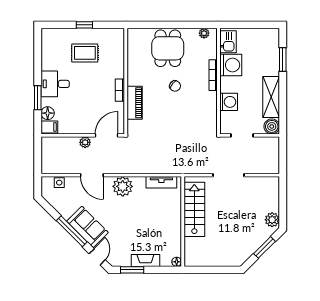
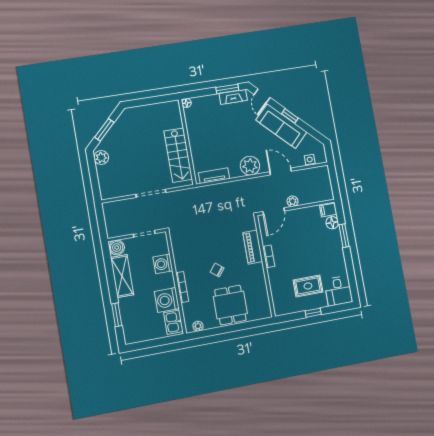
desk: (55, 84) -> (338, 291), moved, turned 90
sofa: (87, 227) -> (281, 126), width x1.36
window: (72, 231) -> (290, 116), width x0.46
fireplace: (145, 261) -> (233, 97), moved

